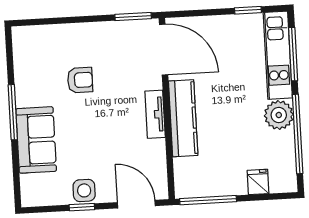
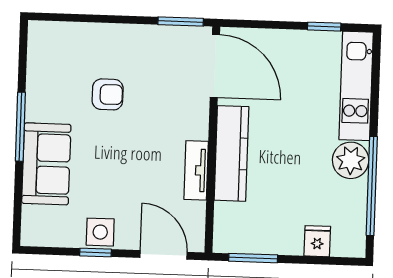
window: (293, 54) -> (375, 86), removed
tv unit: (155, 114) -> (196, 170), moved
window: (208, 200) -> (253, 258), width x0.69

